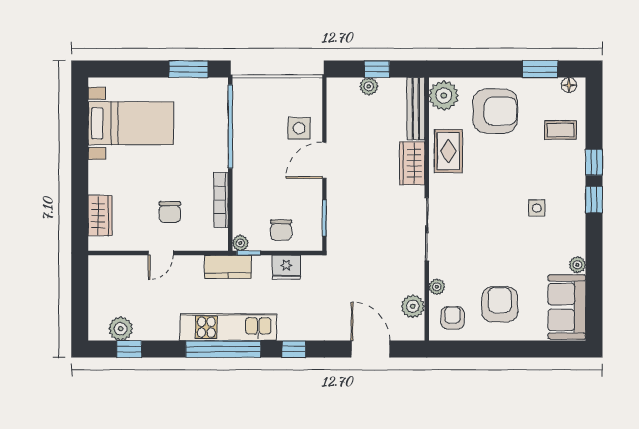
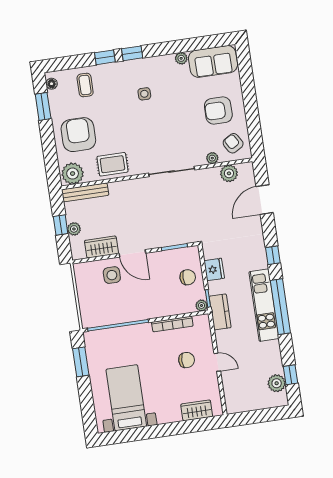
wardrobe: (412, 163) -> (101, 247), moved, turned 180
armchair: (453, 318) -> (233, 143), turned 59

